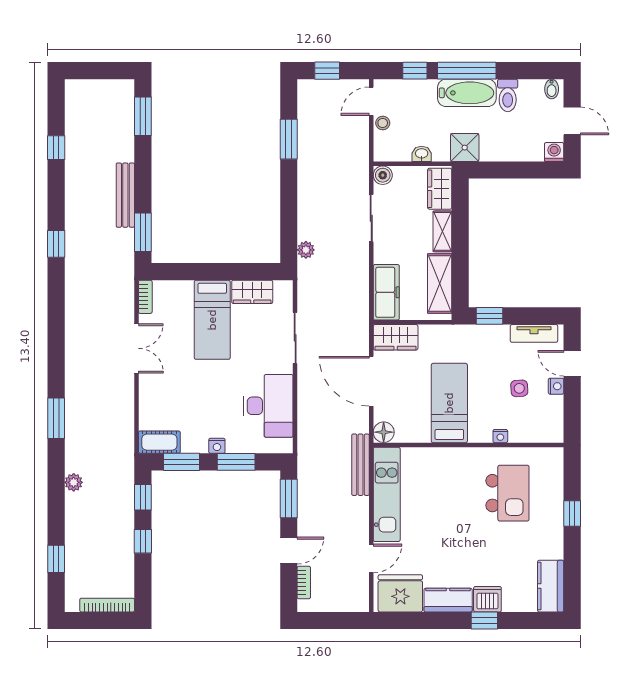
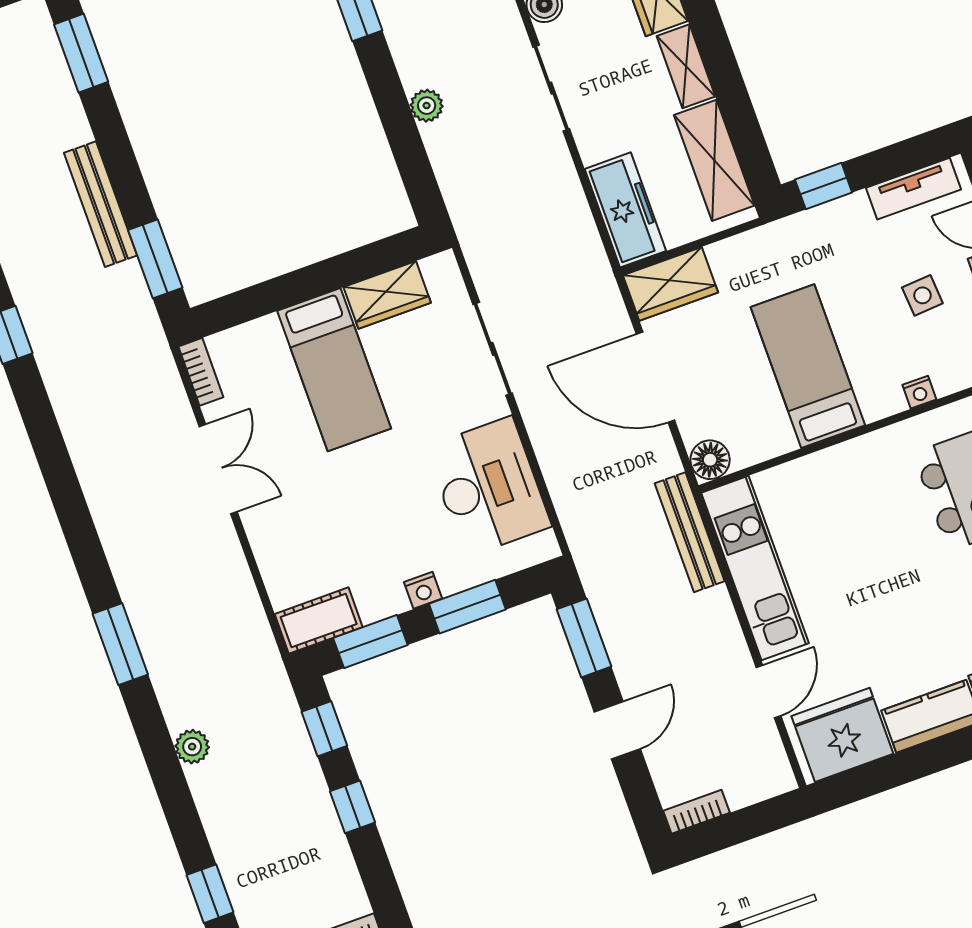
plant: (306, 250) -> (427, 106), moved
bookcase: (304, 583) -> (696, 812), moved, turned -90

